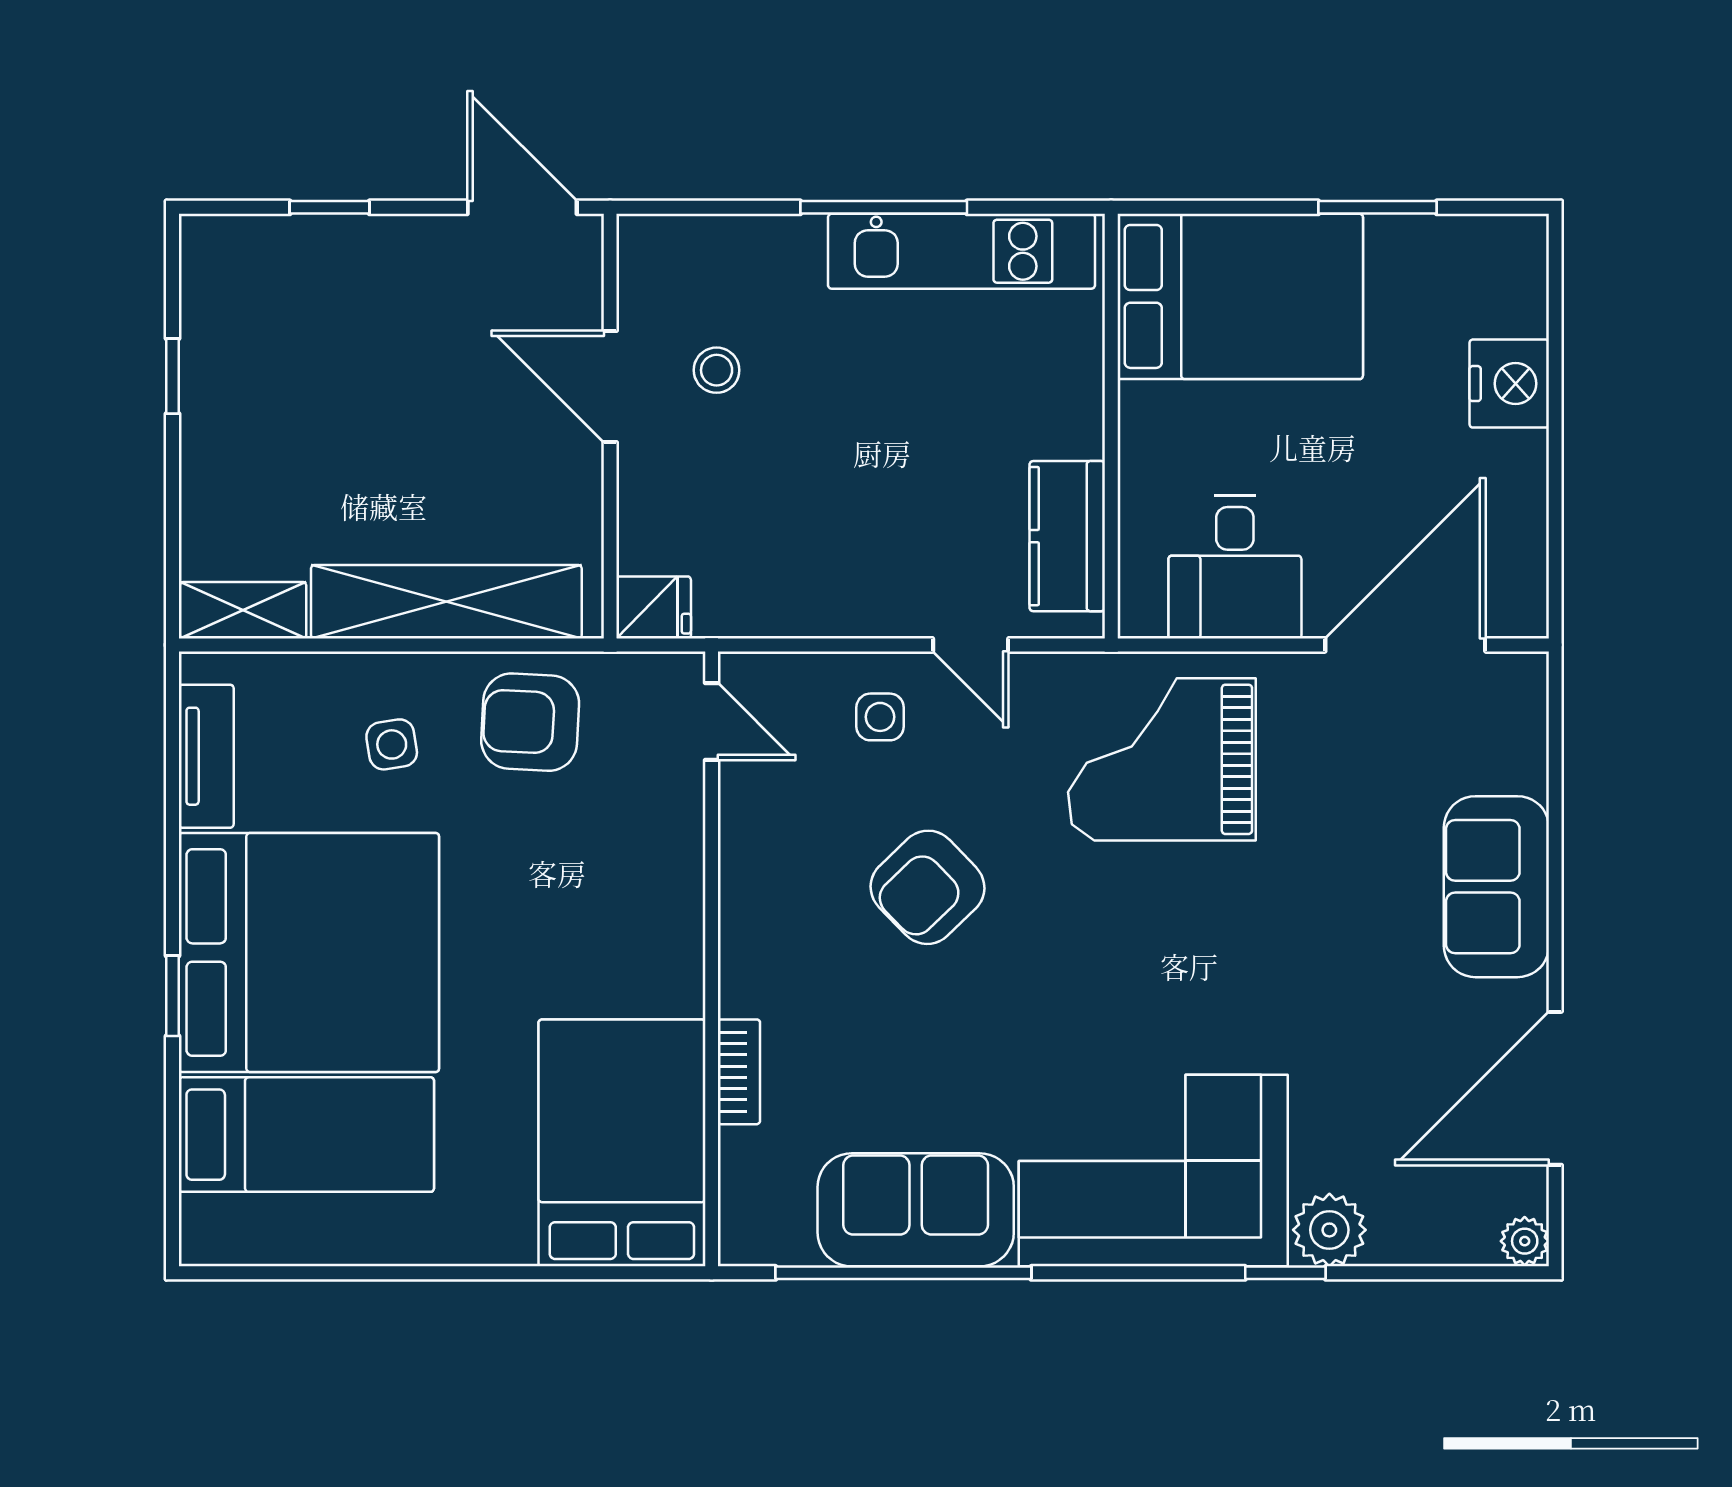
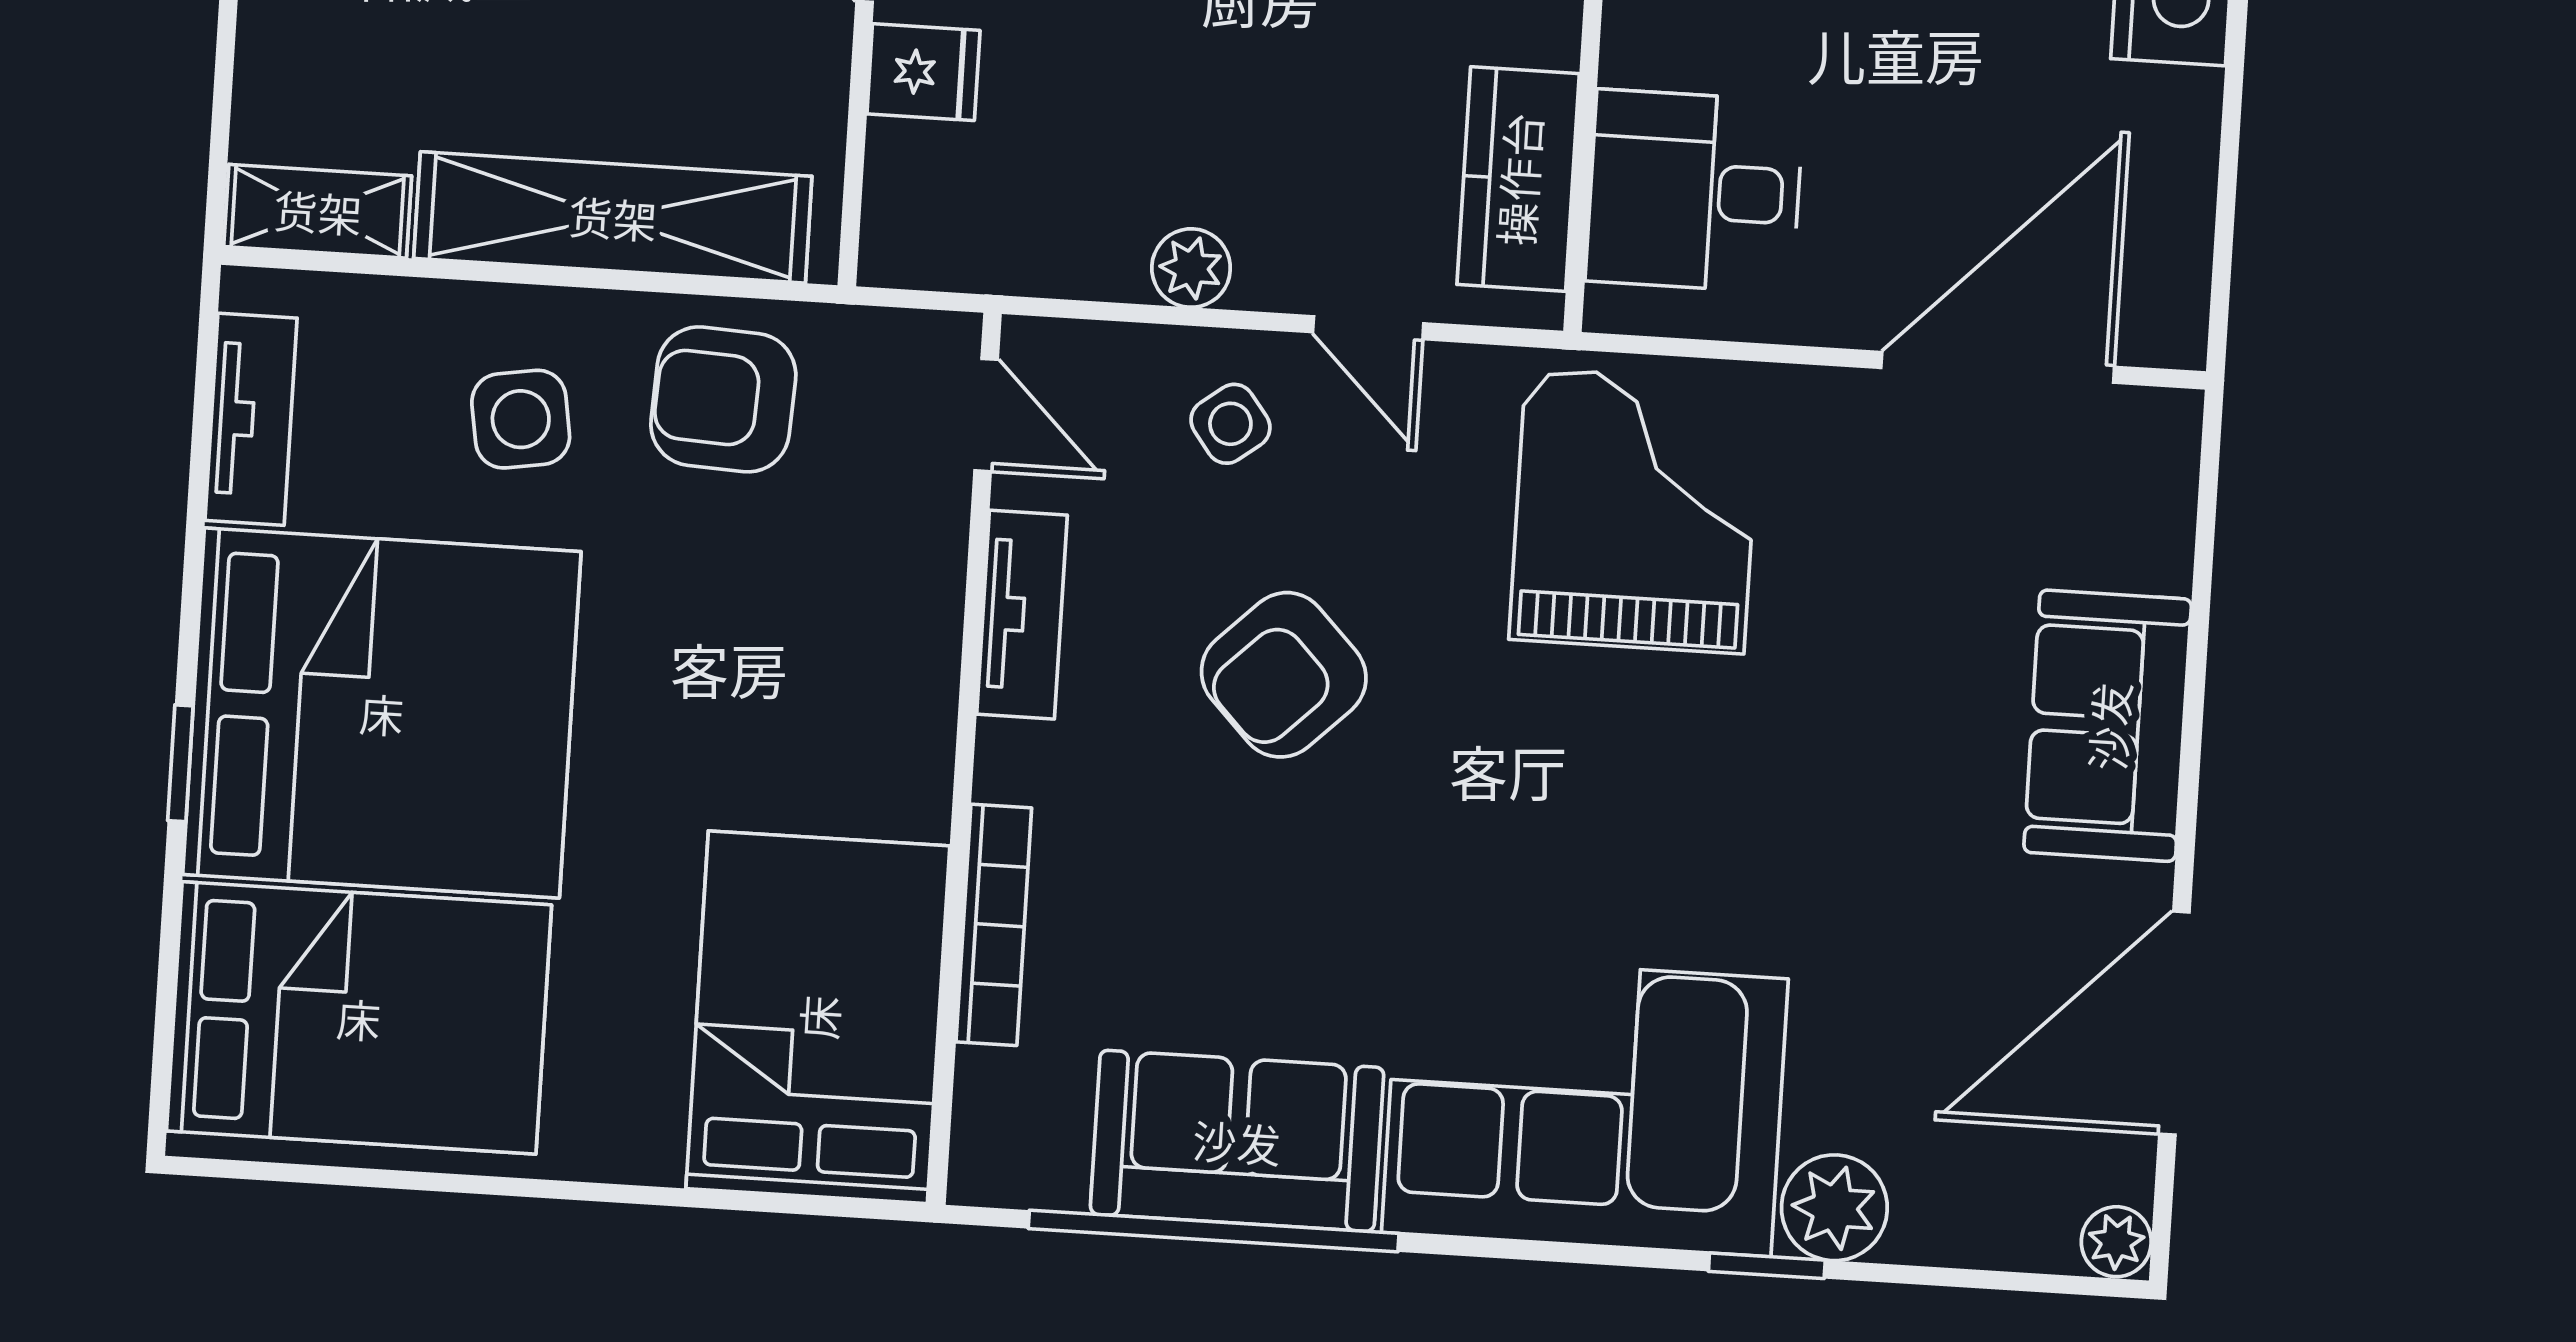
desk: (1235, 567) -> (1694, 191), moved, turned 90
fridge: (654, 607) -> (923, 72), moved
plant: (846, 612) -> (1191, 268), added
side table: (880, 717) -> (1230, 424), turned -37
side table: (392, 744) -> (521, 419), width x1.37, depth x1.37
grand piano: (1162, 759) -> (1635, 511), turned 90
tv unit: (745, 857) -> (1022, 615), added
bookcase: (739, 1072) -> (994, 925), width x1.56
bed: (306, 1135) -> (359, 1018), width x1.50

